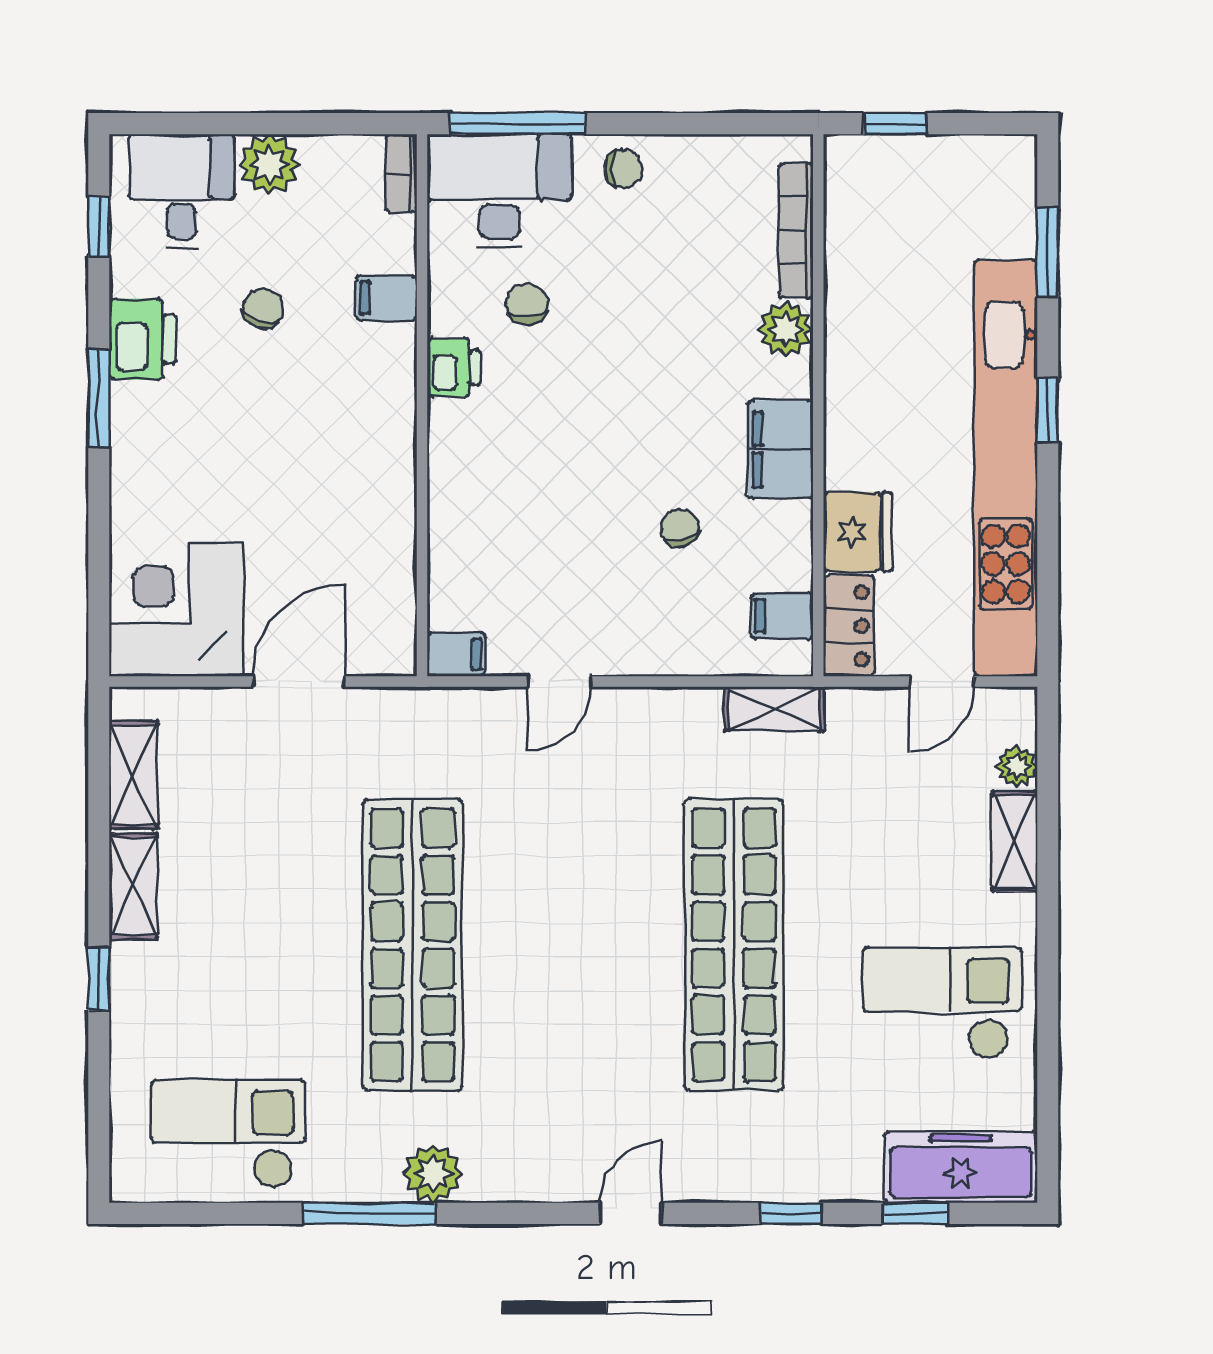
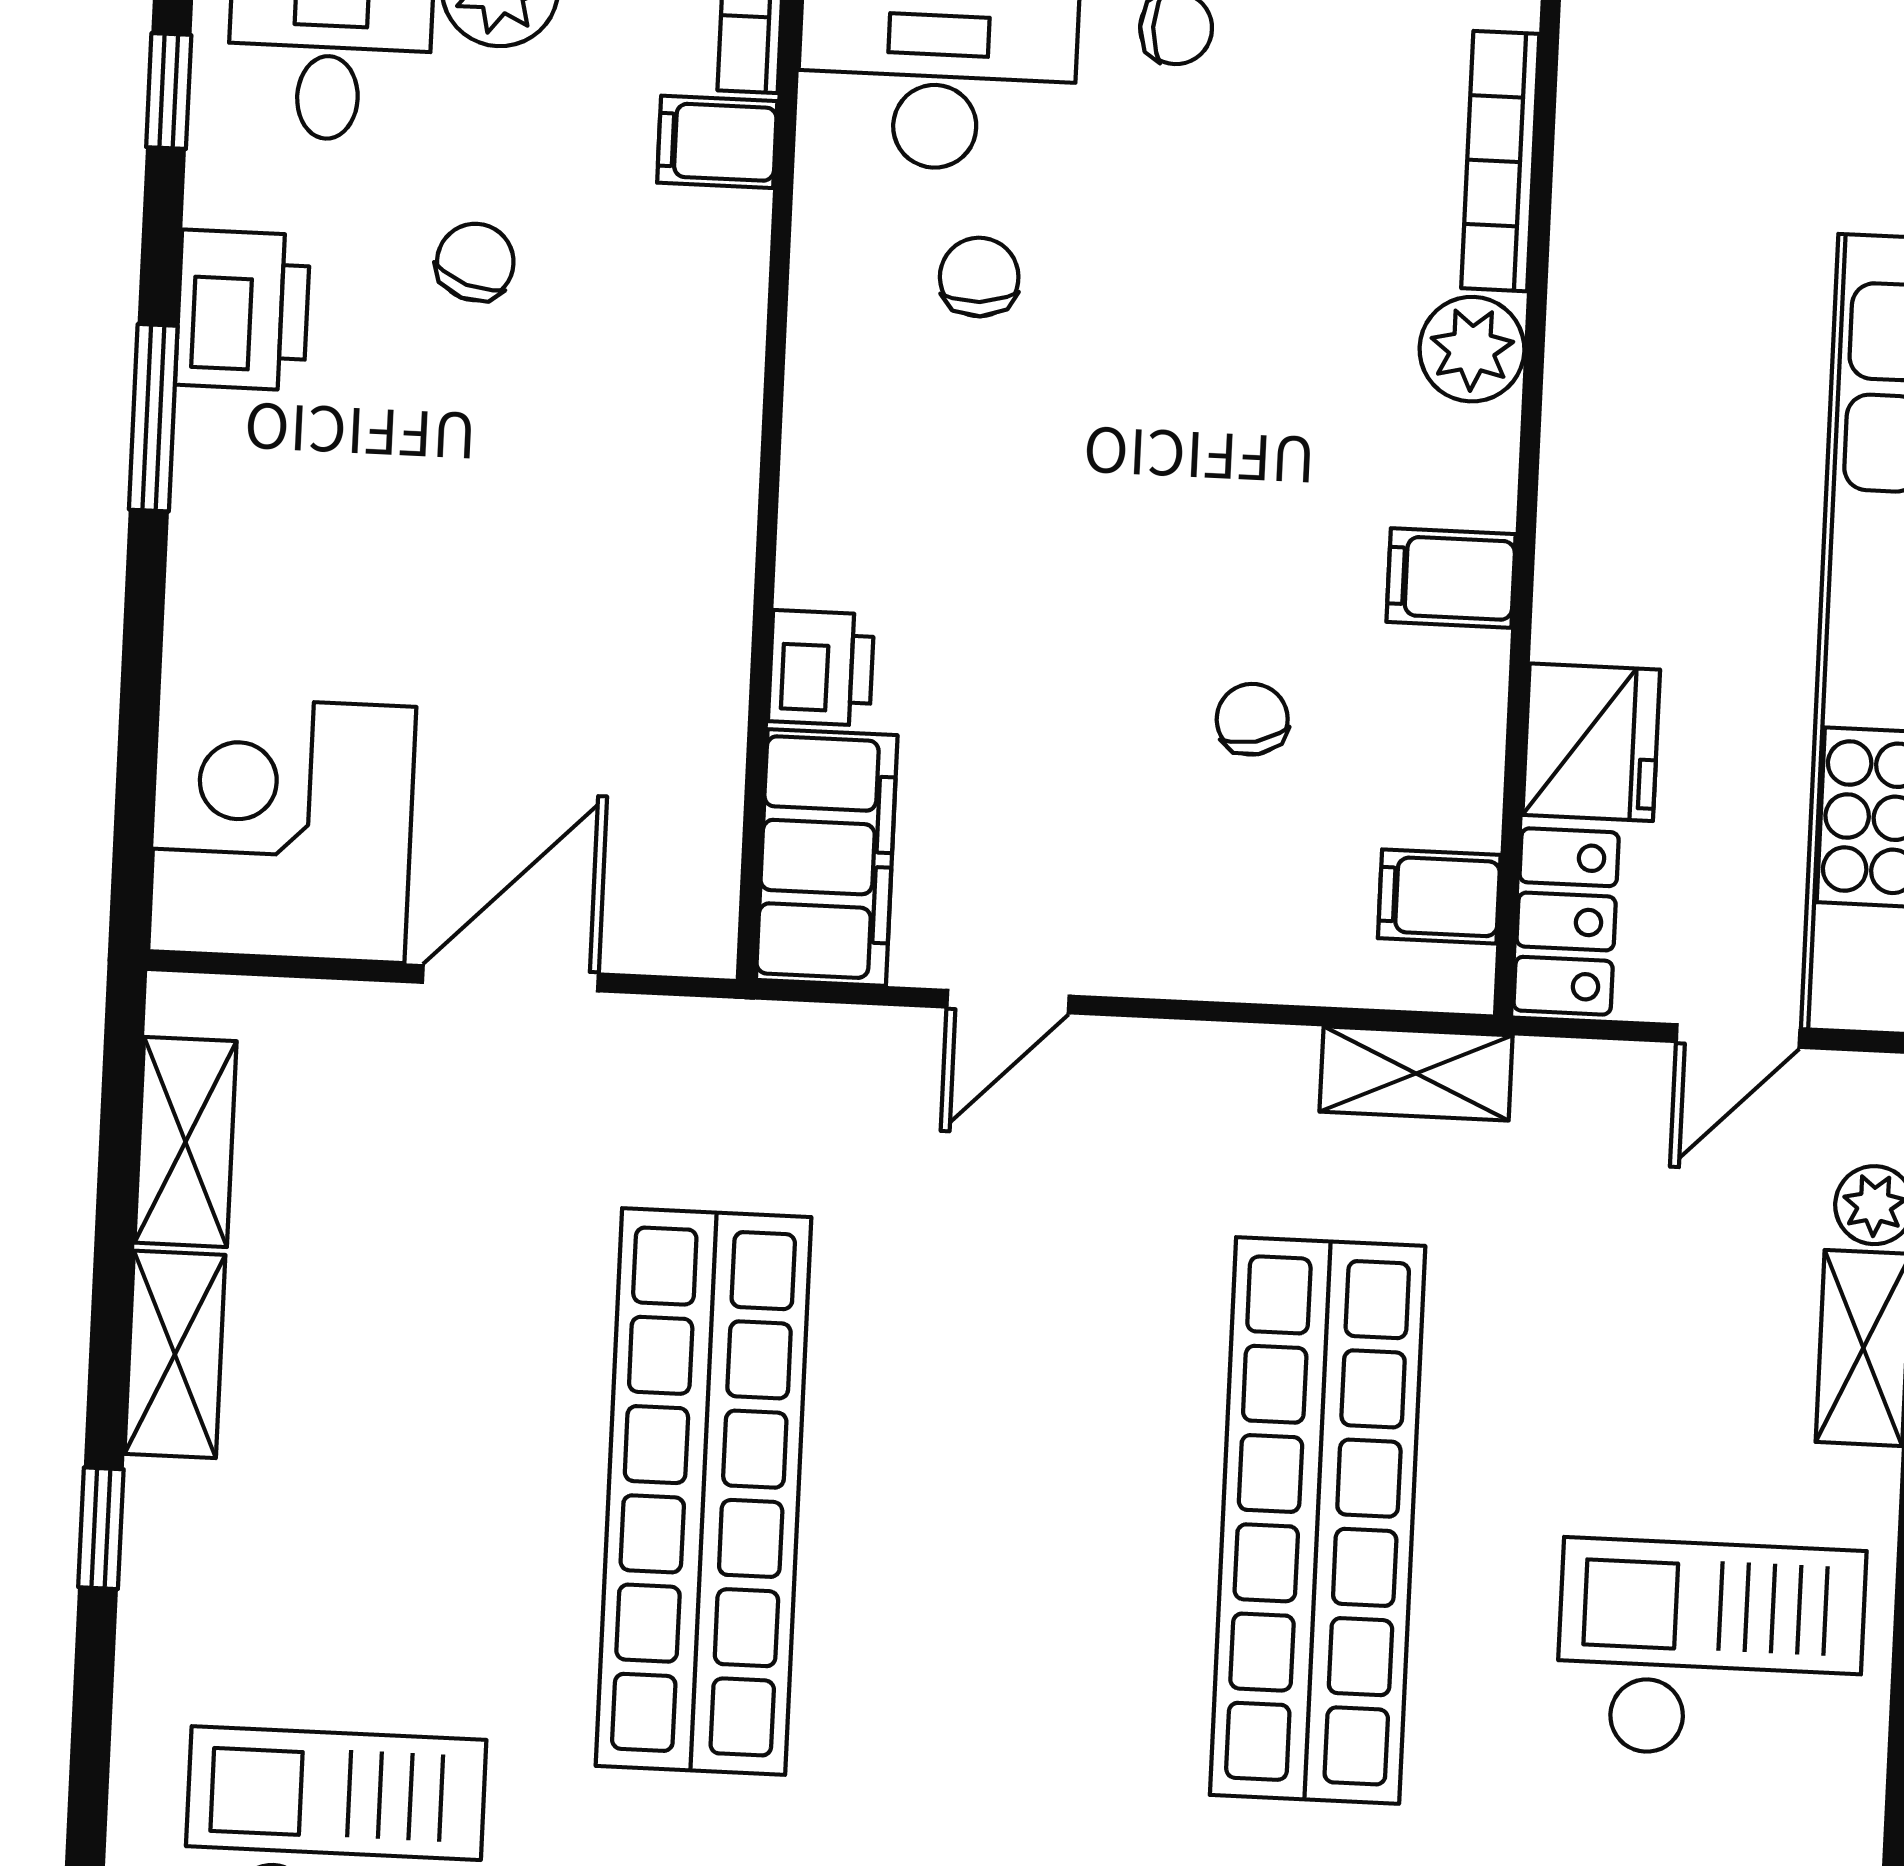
filing cabinet: (386, 298) -> (717, 142), moved
printer: (454, 368) -> (821, 668), moved
filing cabinet: (780, 449) -> (1451, 578), width x0.50
filing cabinet: (456, 654) -> (827, 857), width x3.00, depth x1.17

